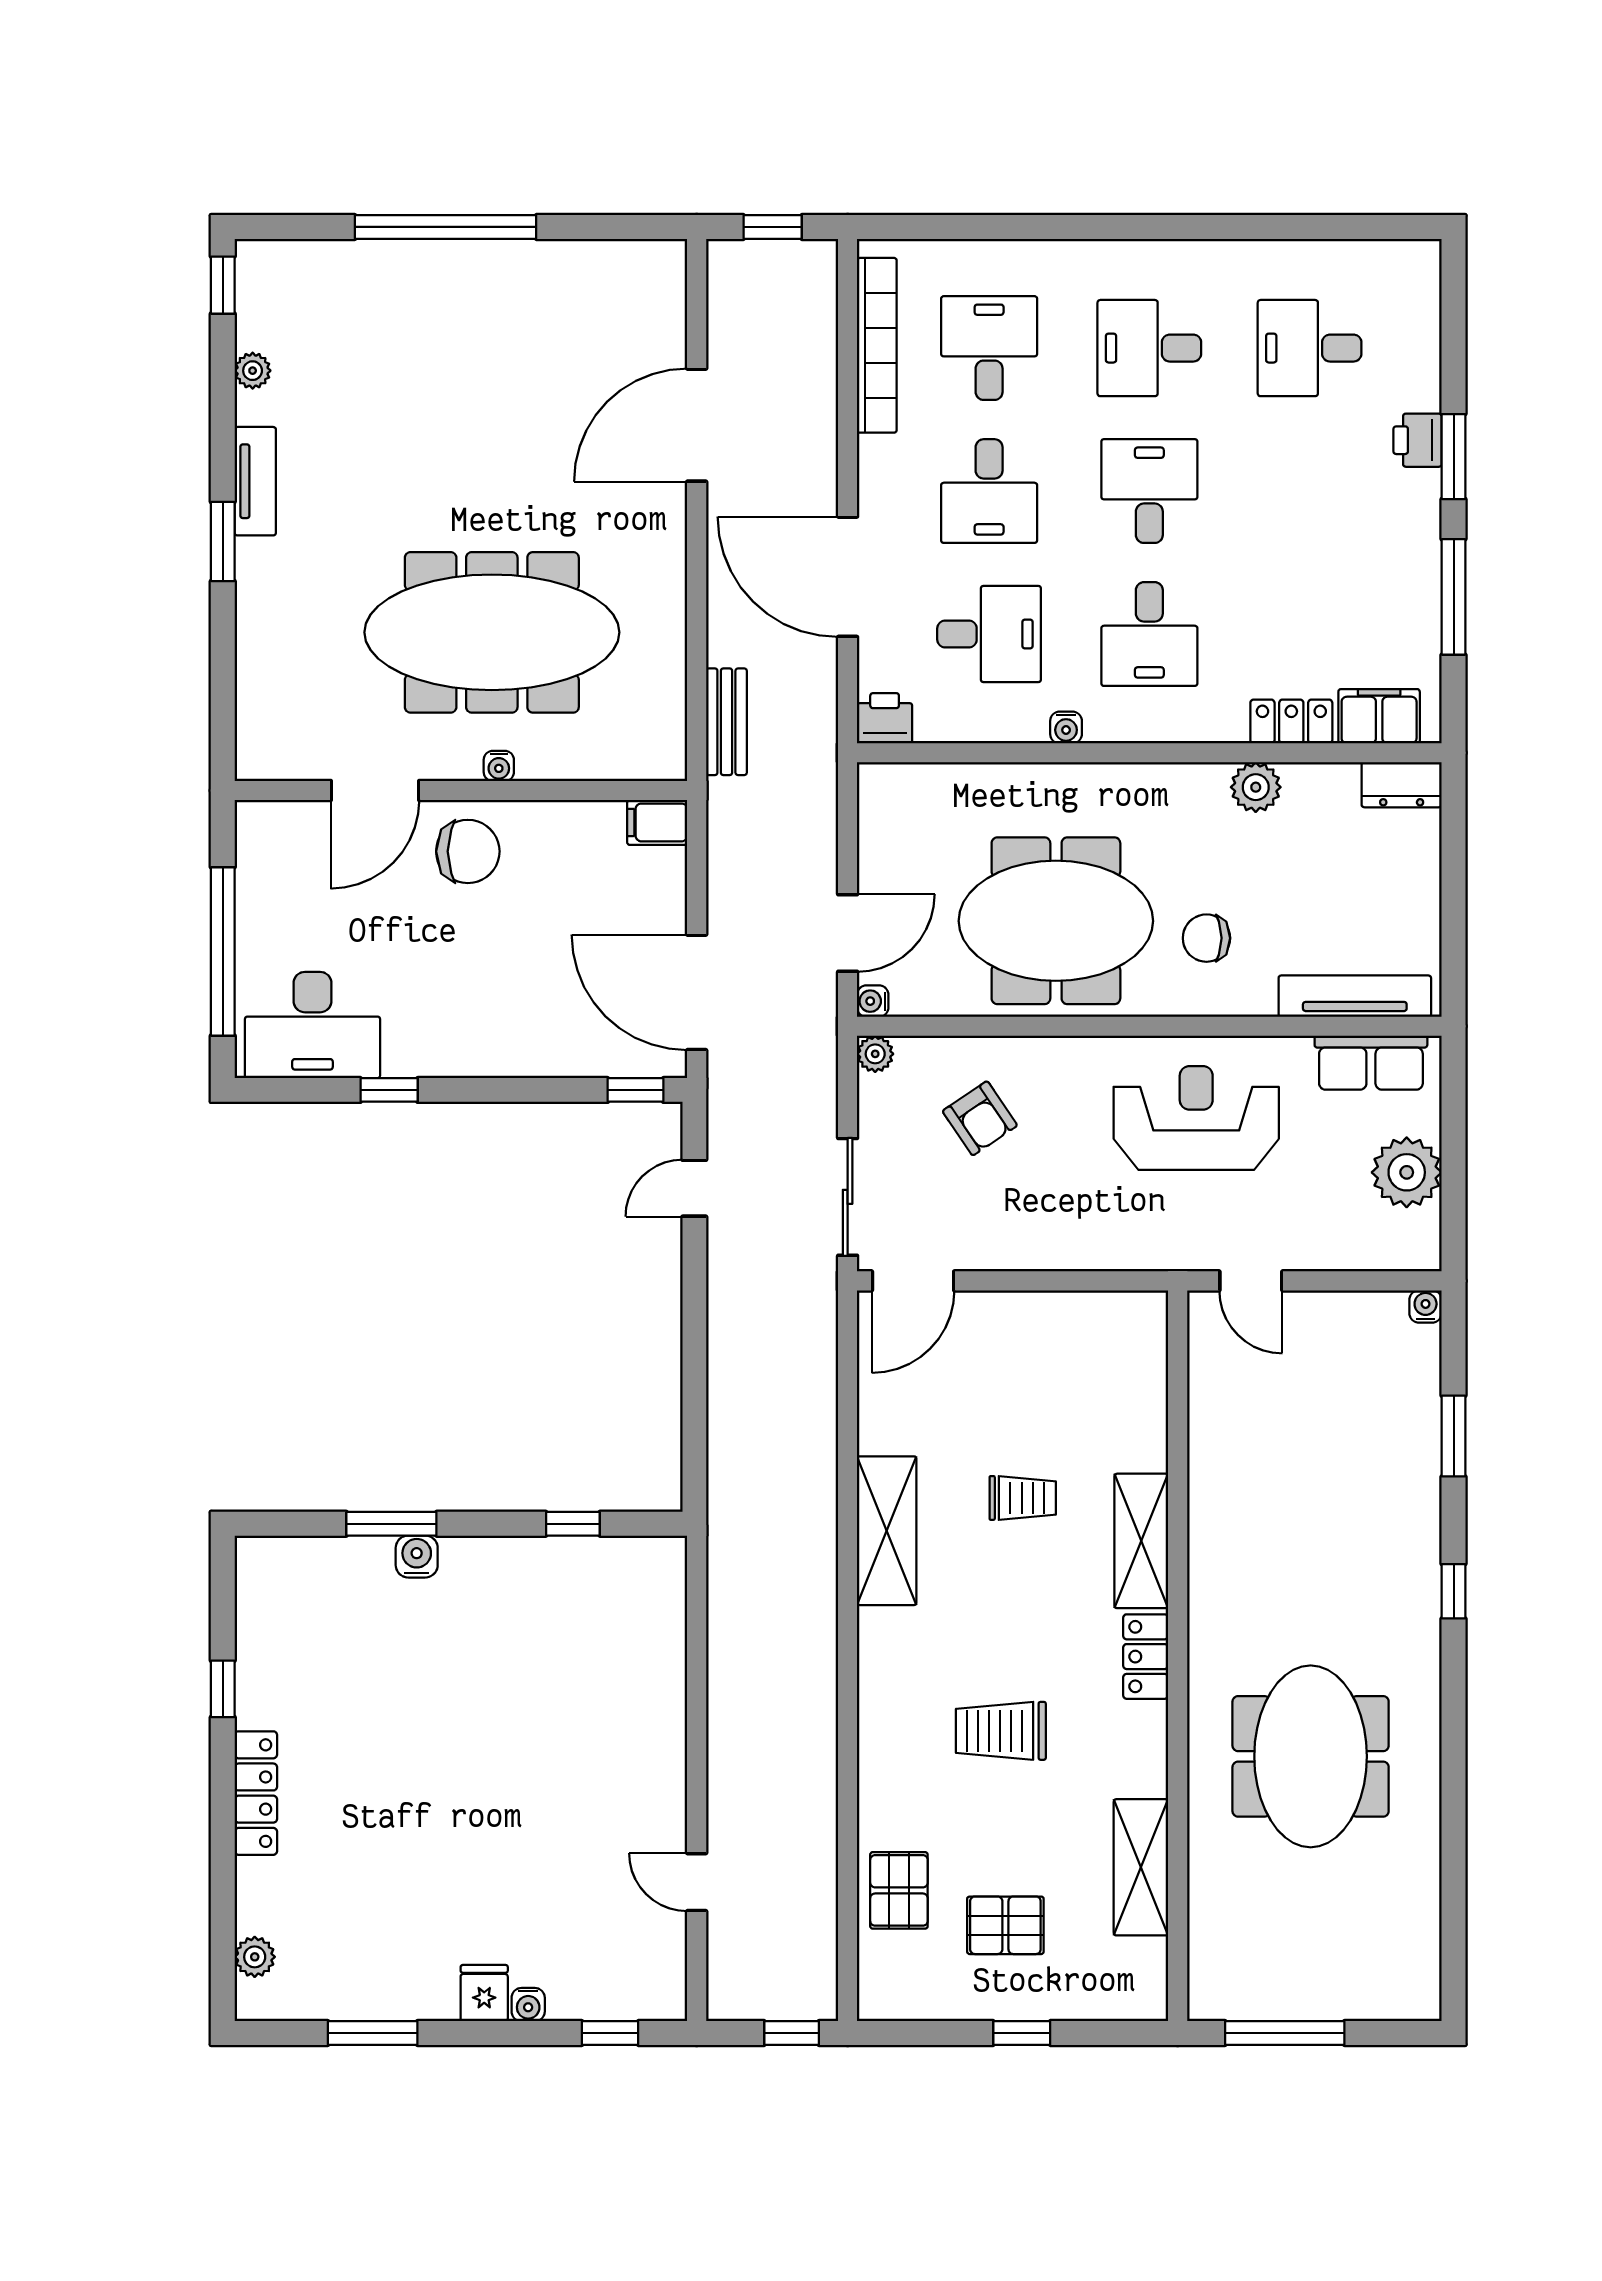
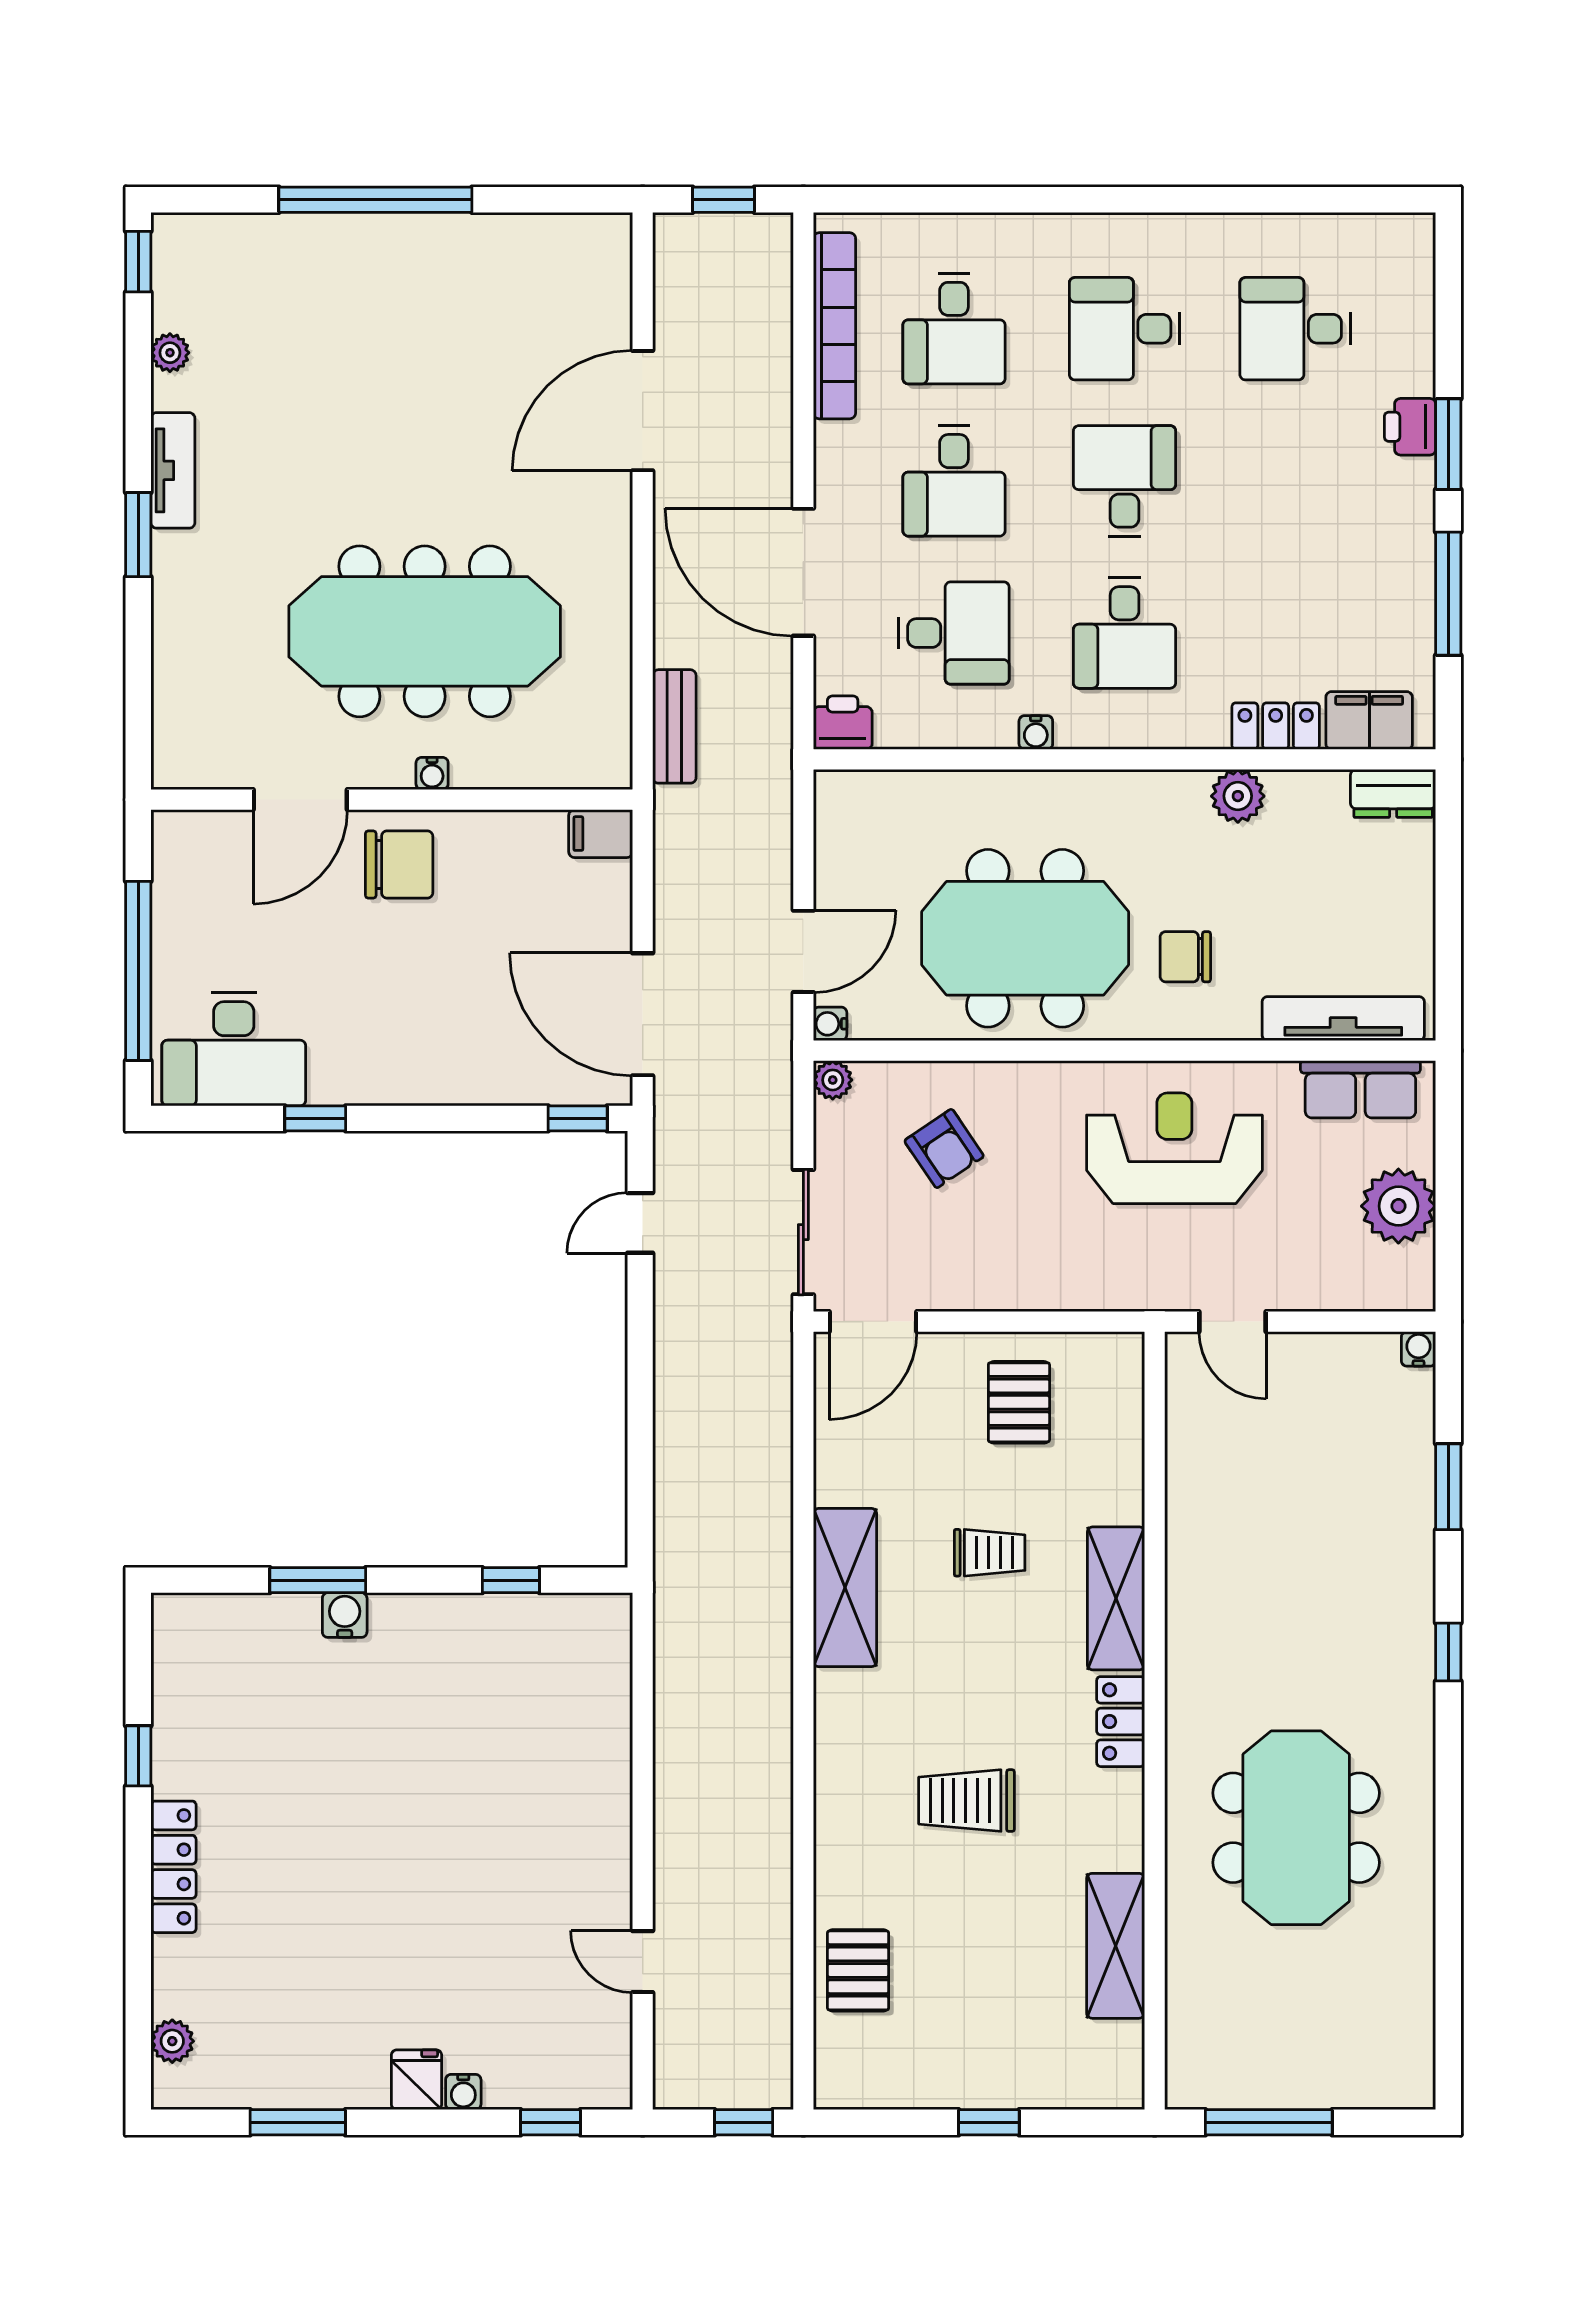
desk: (989, 348) -> (954, 329), turned 180
pallet: (1005, 1925) -> (1019, 1402), moved, turned 90

